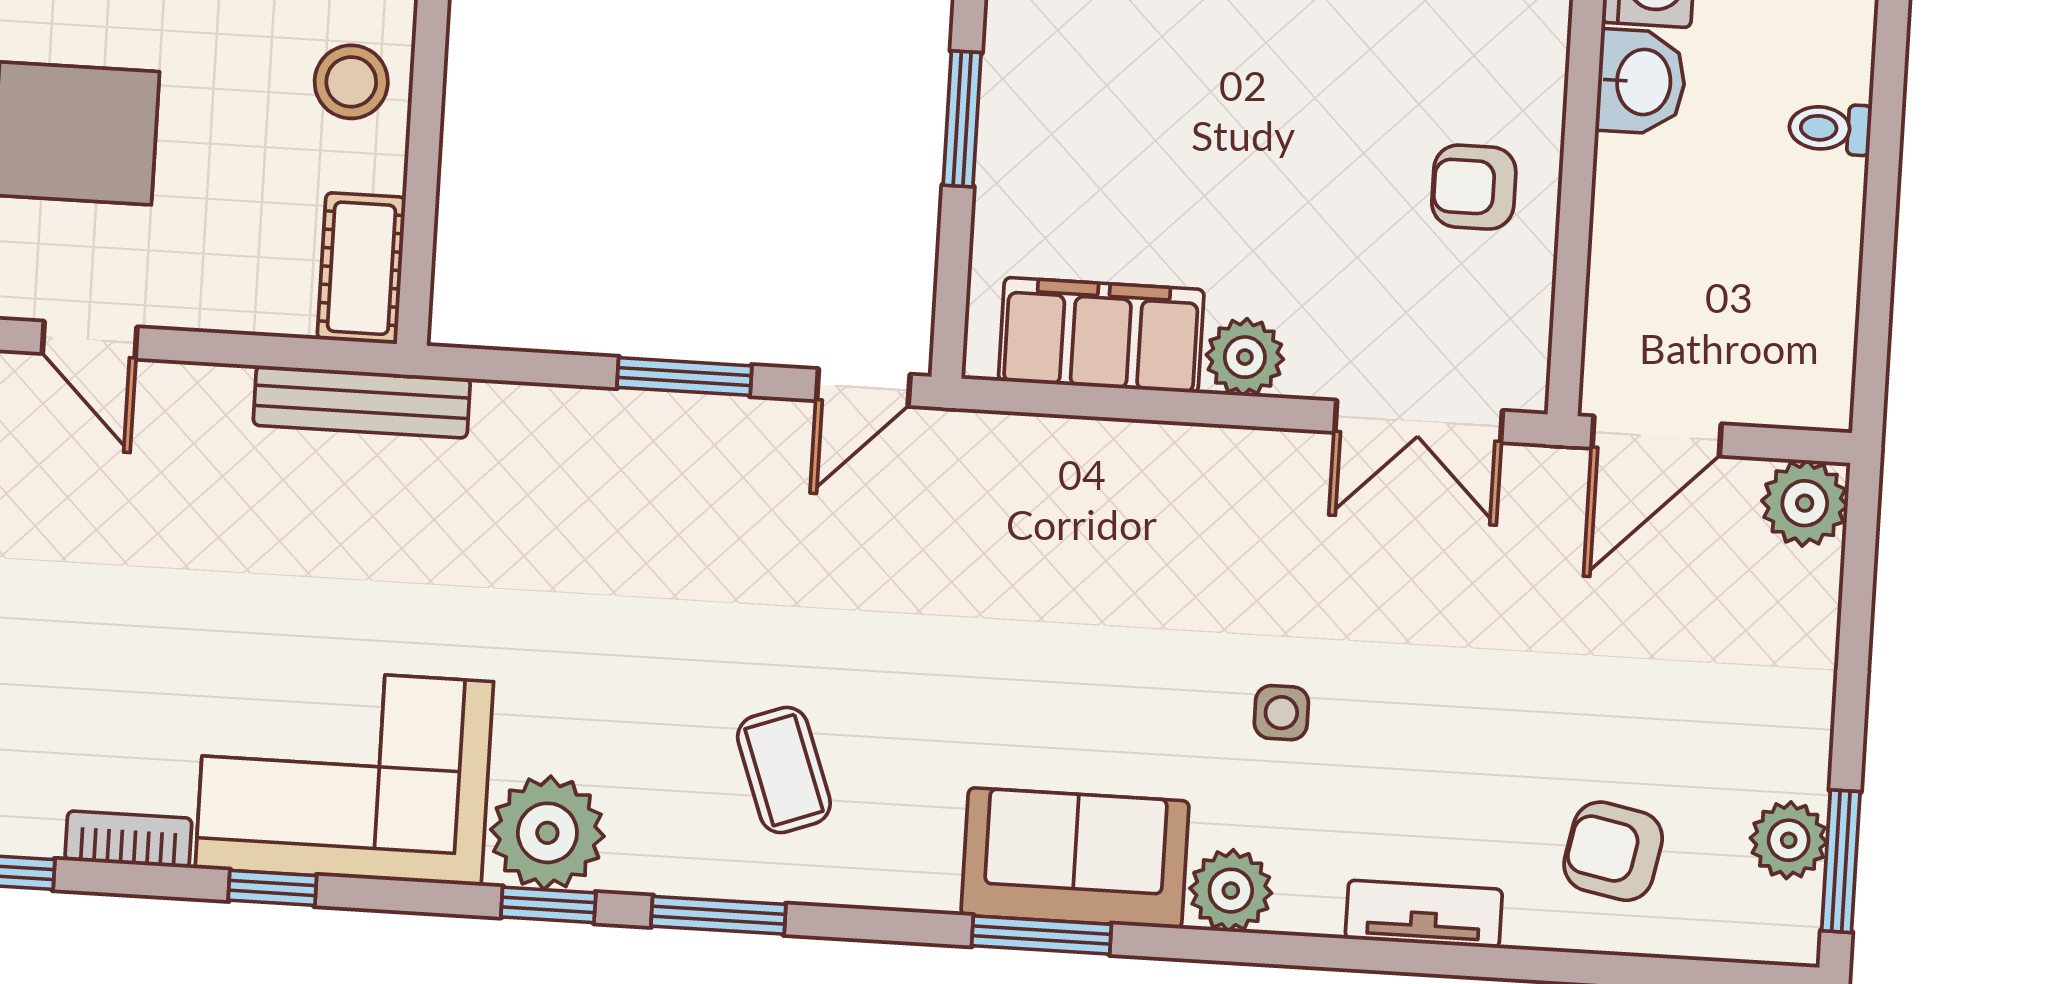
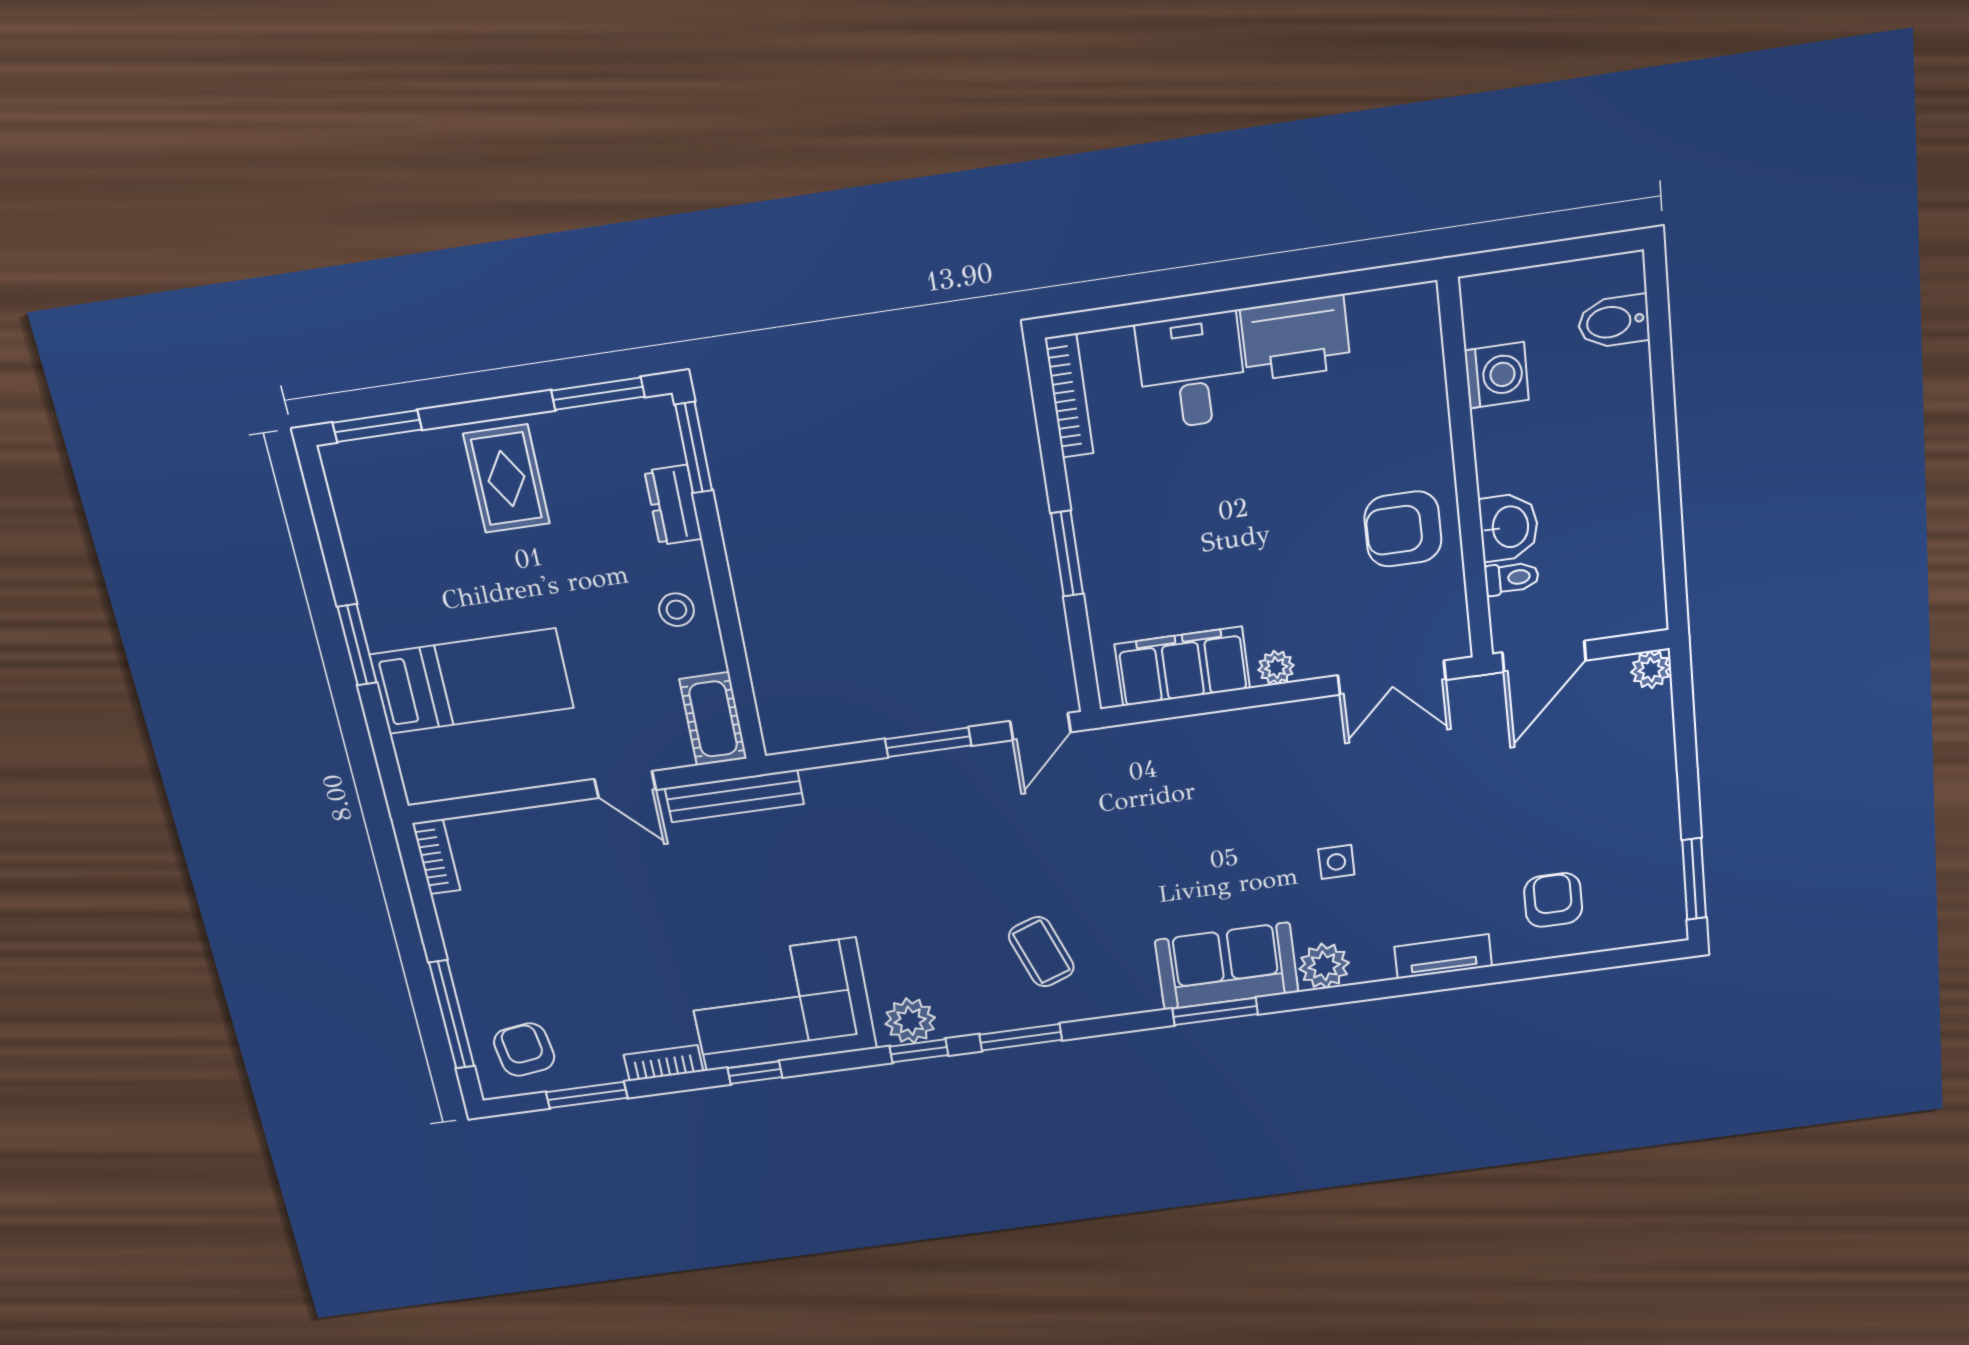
stool: (351, 82) -> (676, 610), width x0.73, depth x0.73
washbasin: (1641, 82) -> (1509, 527), moved
toilet: (1830, 129) -> (1512, 578), moved, turned 180
armchair: (1474, 187) -> (1403, 529), width x1.38, depth x1.38
door: (90, 340) -> (625, 785), moved
plant: (1245, 357) -> (1276, 668), width x0.73, depth x0.73
plant: (1805, 503) -> (1651, 670), width x0.73, depth x0.73
plant: (547, 833) -> (910, 1021), width x0.73, depth x0.73
plant: (1789, 840) -> (1660, 873), removed
armchair: (1613, 851) -> (1553, 900), turned 79

